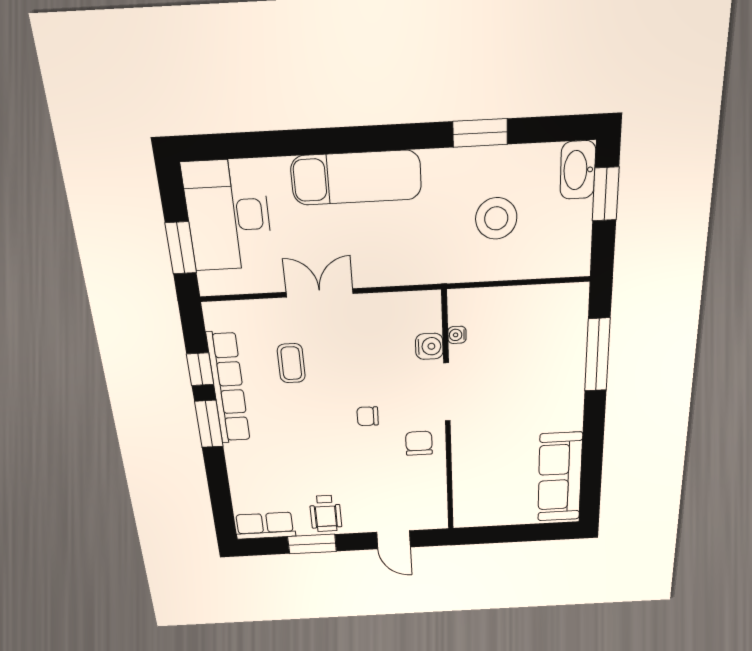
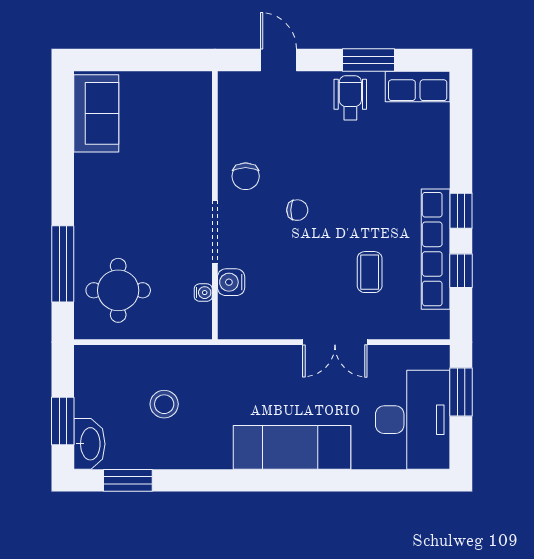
window: (480, 133) -> (128, 480), moved
stool: (496, 218) -> (164, 404), width x0.73, depth x0.73
round table: (543, 333) -> (118, 290), added
window: (209, 424) -> (461, 211), width x0.67
sofa: (560, 477) -> (96, 113), width x0.73

